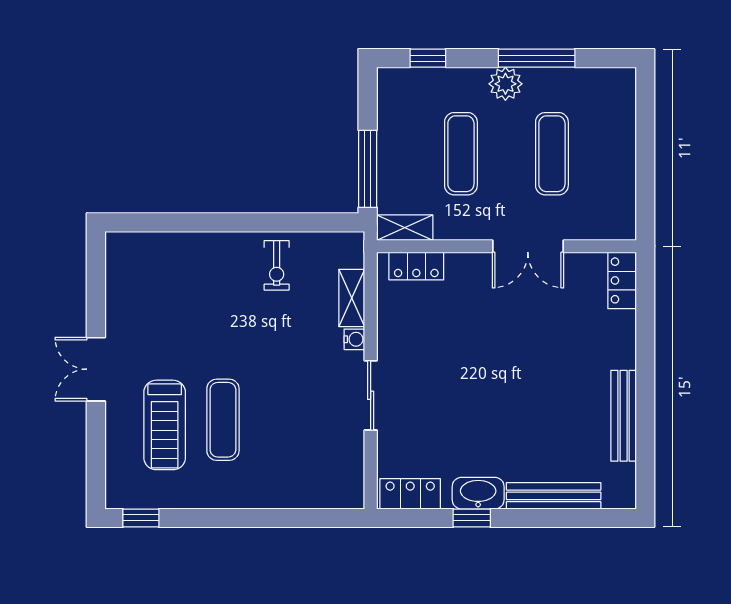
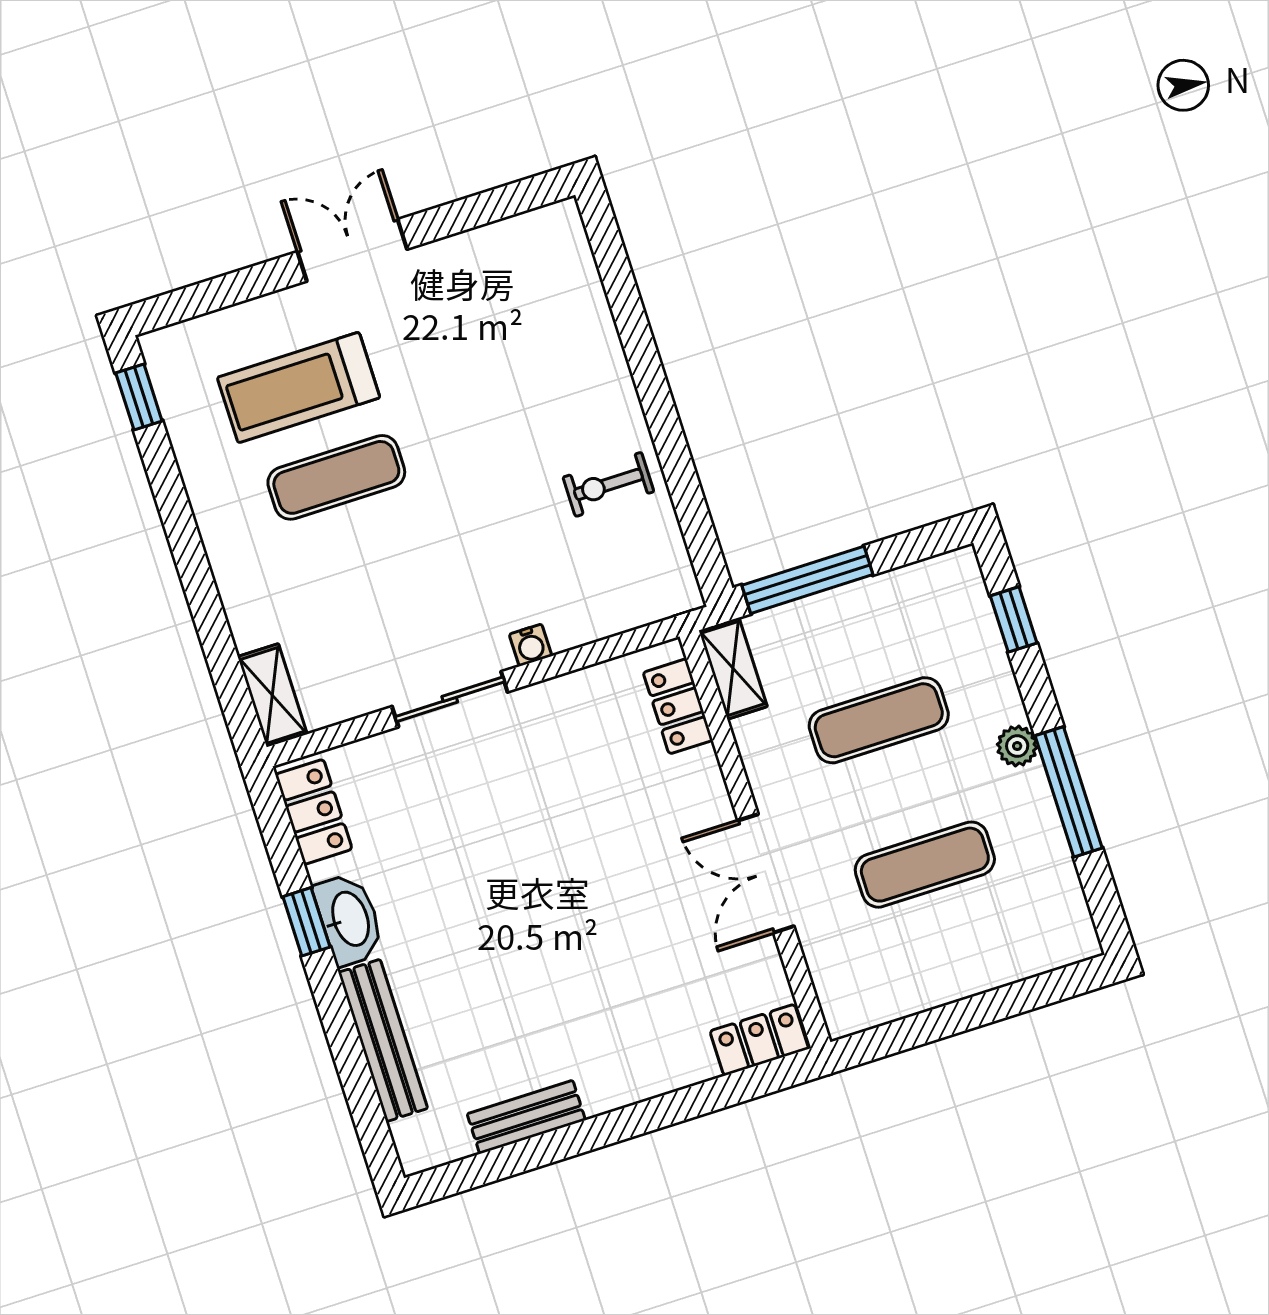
plant: (505, 84) -> (1017, 746), width x0.73, depth x0.73
shelving: (352, 298) -> (272, 695), moved, turned 90
bench: (624, 416) -> (526, 1117), width x0.73

